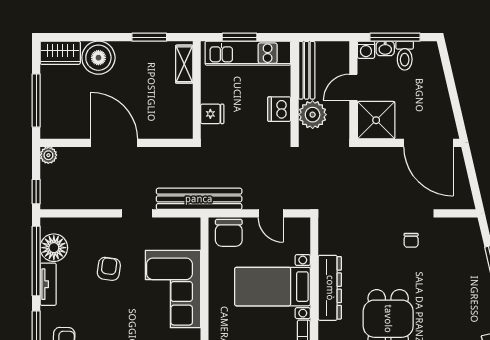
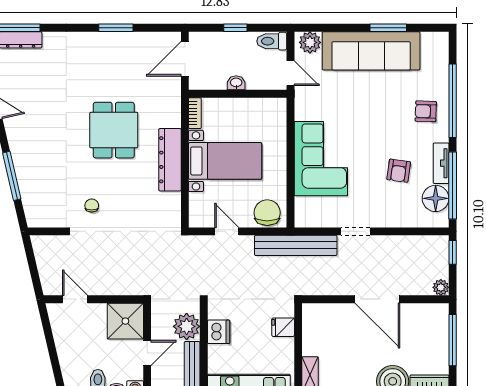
door: (428, 143) -> (75, 299), width x0.53
armchair: (109, 269) -> (399, 171), moved

